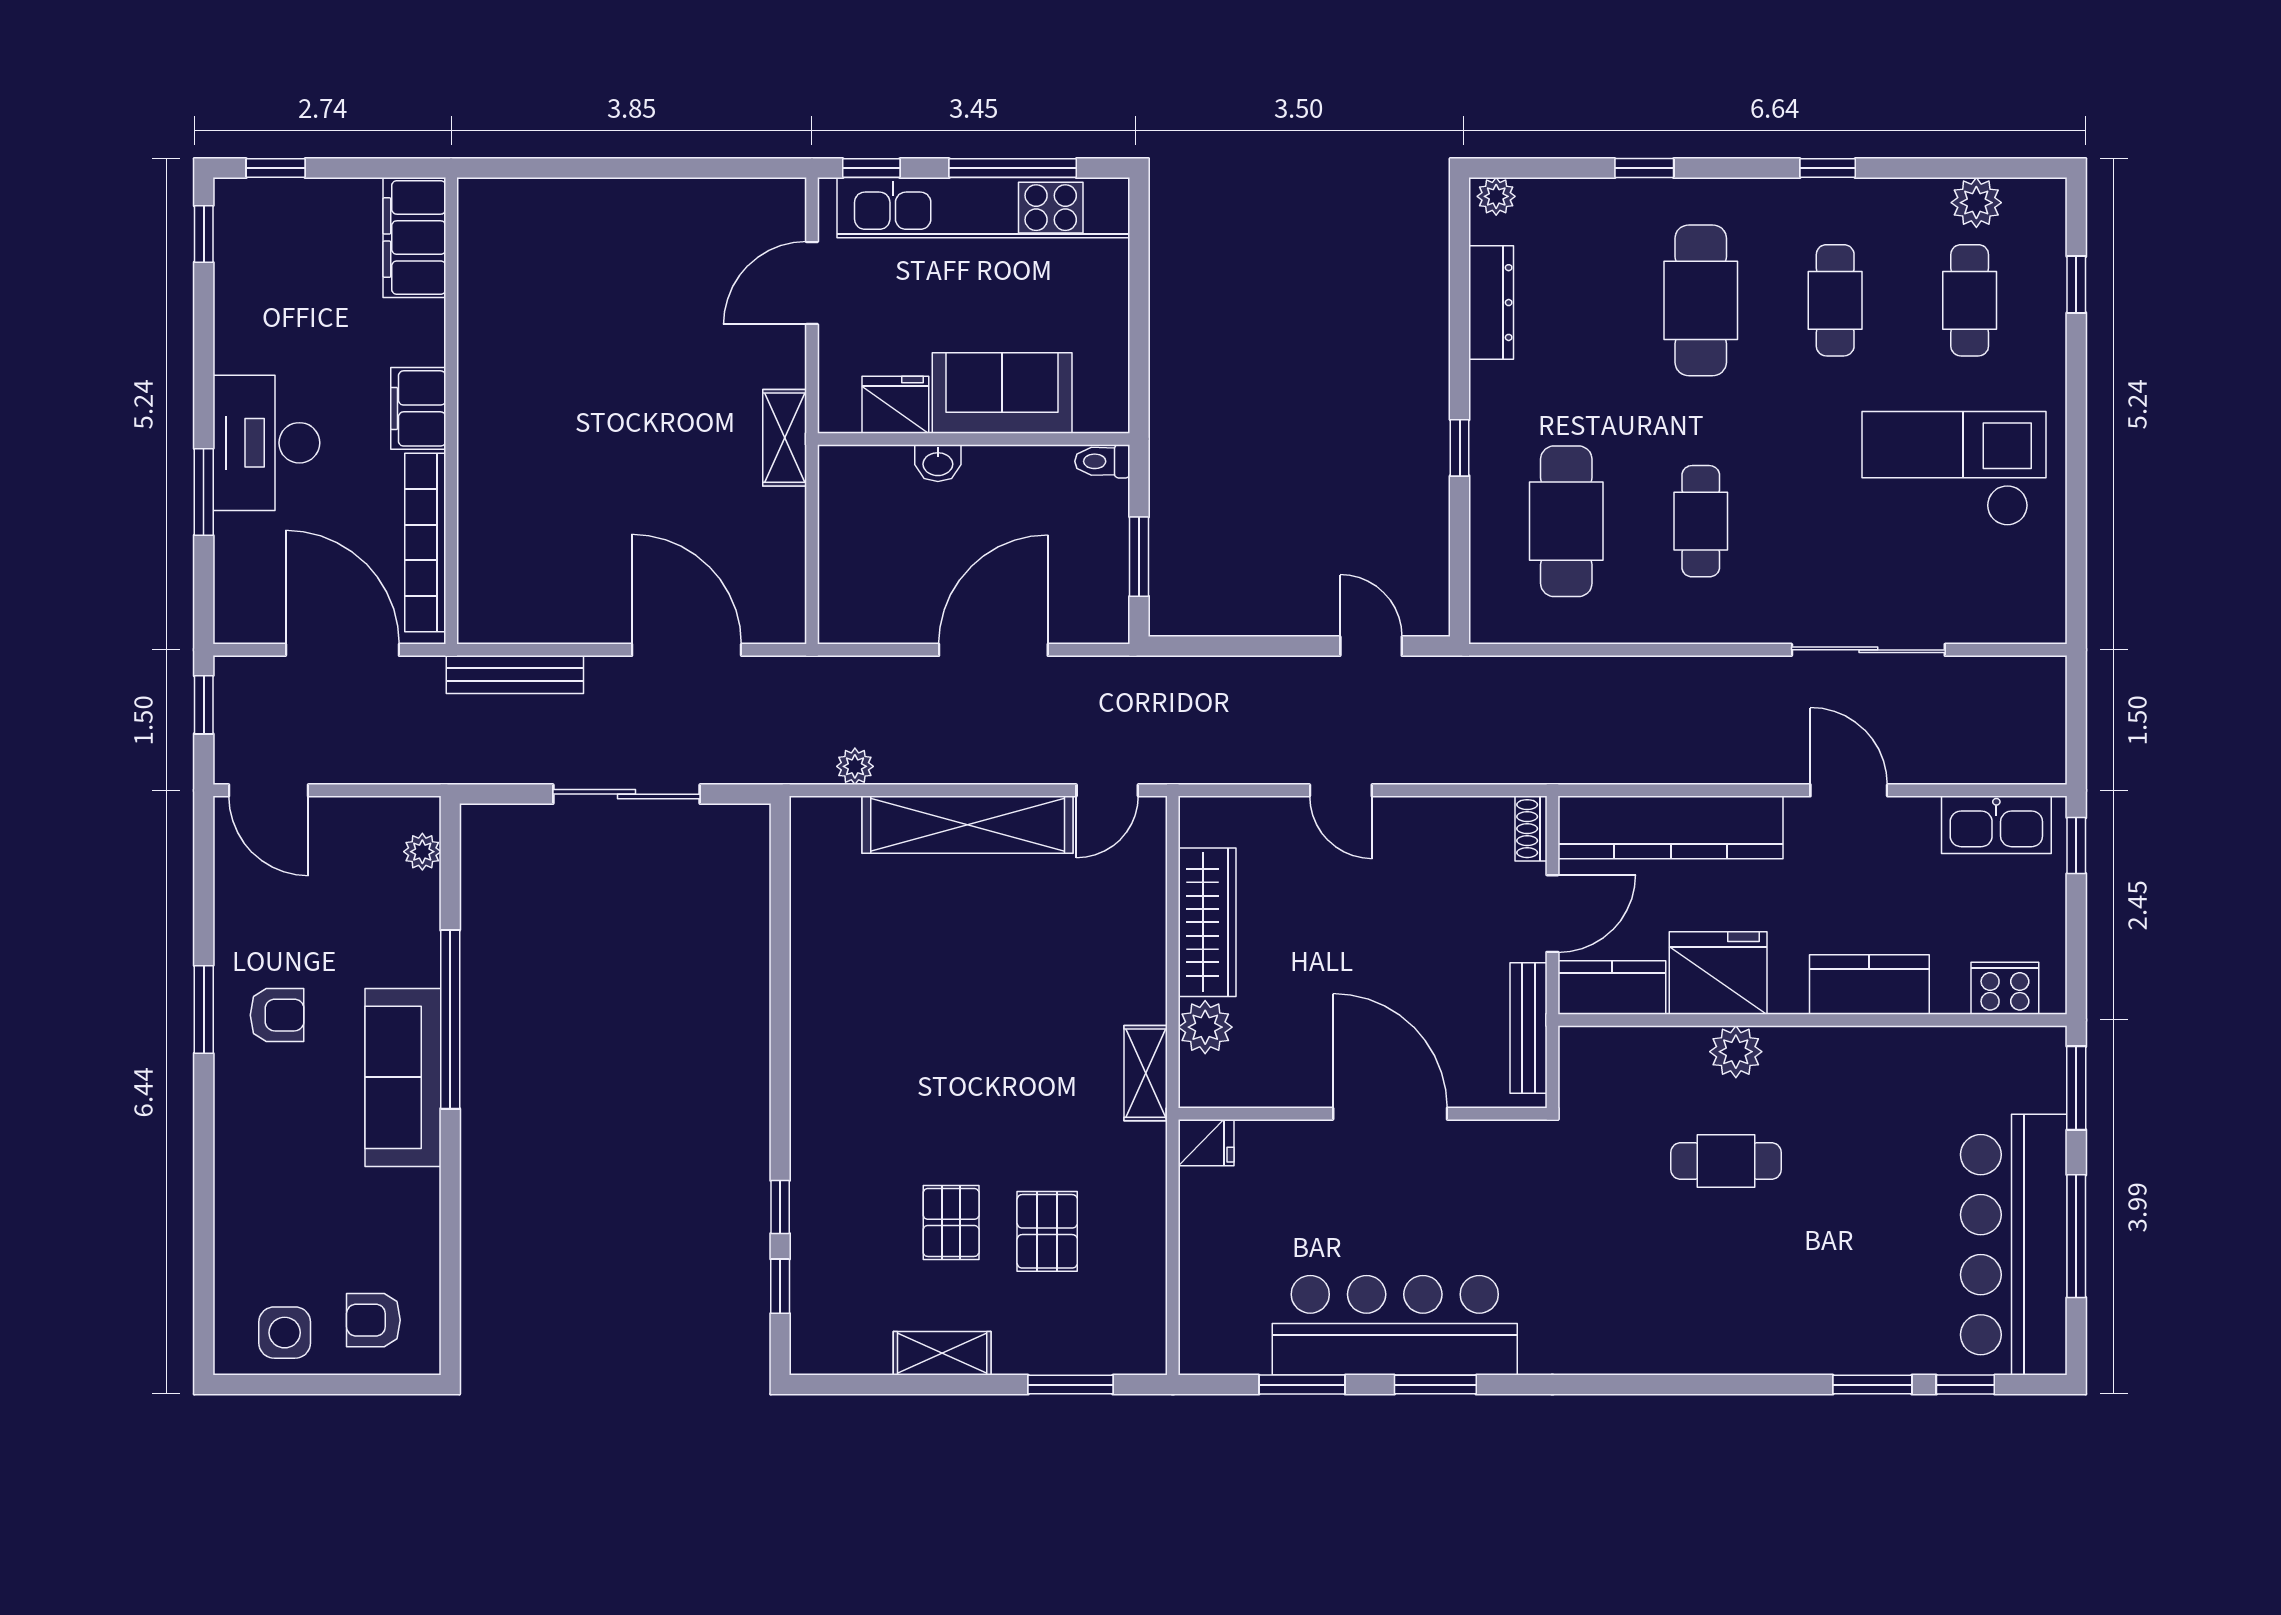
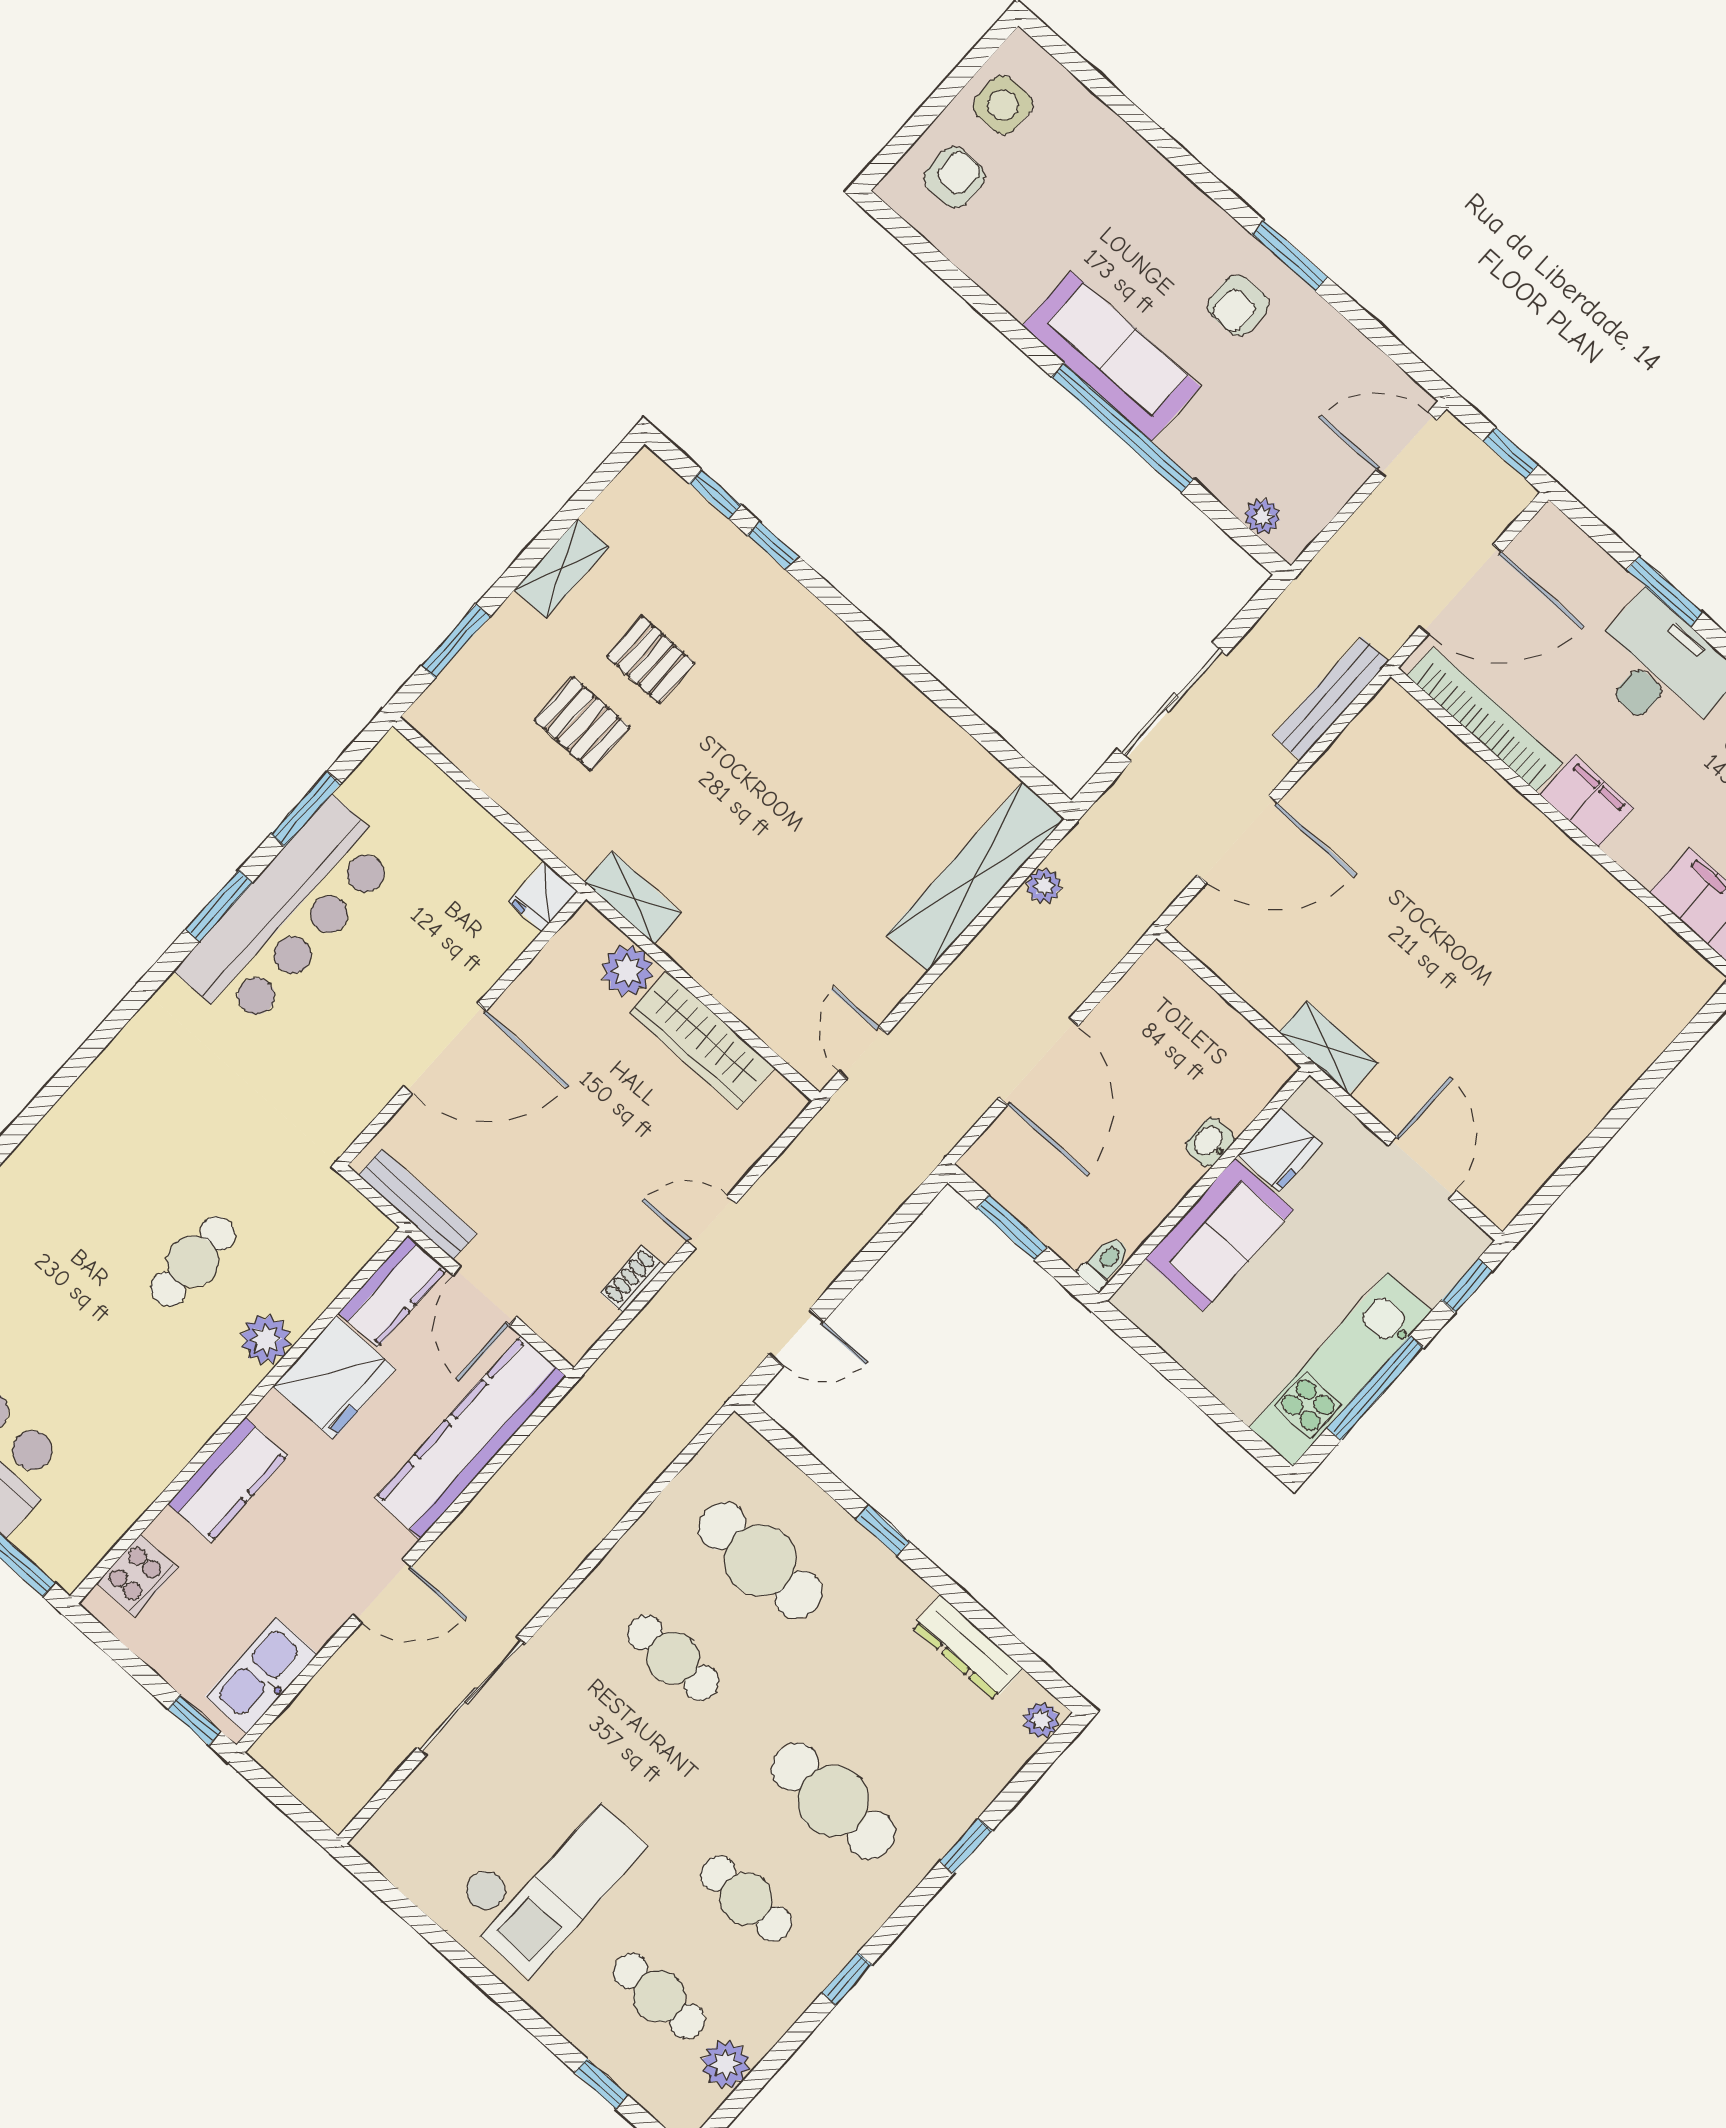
kitchen unit: (983, 208) -> (1340, 1369), width x0.73
shelving: (968, 825) -> (976, 877), moved
shoe rack: (1531, 829) -> (633, 1279), moved, turned -90

